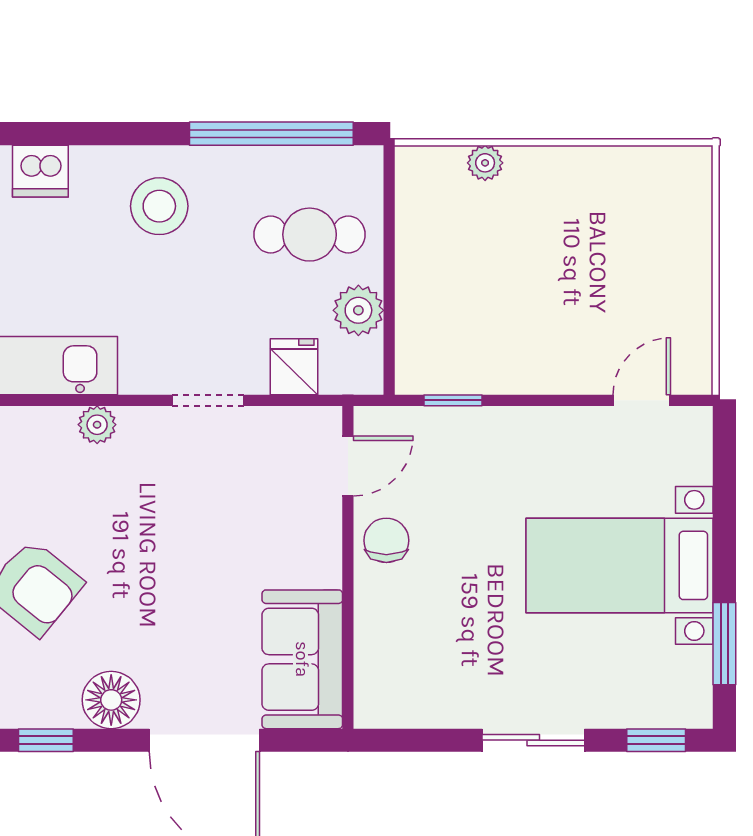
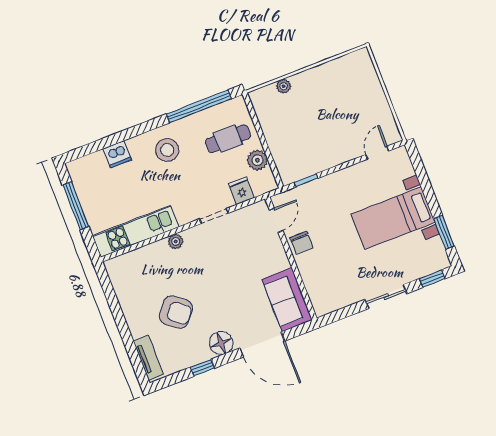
chair: (386, 540) -> (301, 243), turned 180

